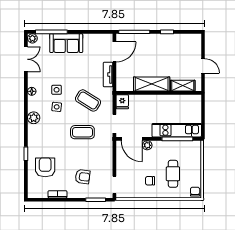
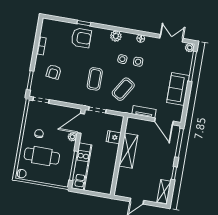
sofa: (66, 43) -> (178, 89), moved
double door: (26, 59) -> (171, 38), swing flipped
shelving: (183, 86) -> (164, 192), moved
fridge: (122, 102) -> (114, 137), moved
armchair: (45, 167) -> (81, 38), moved
cafe table: (173, 174) -> (42, 156), width x1.37, depth x1.35

